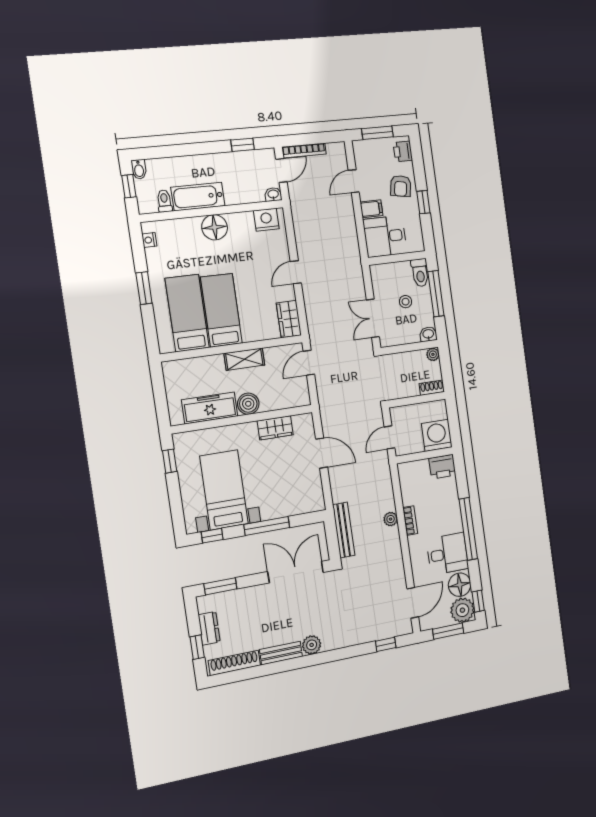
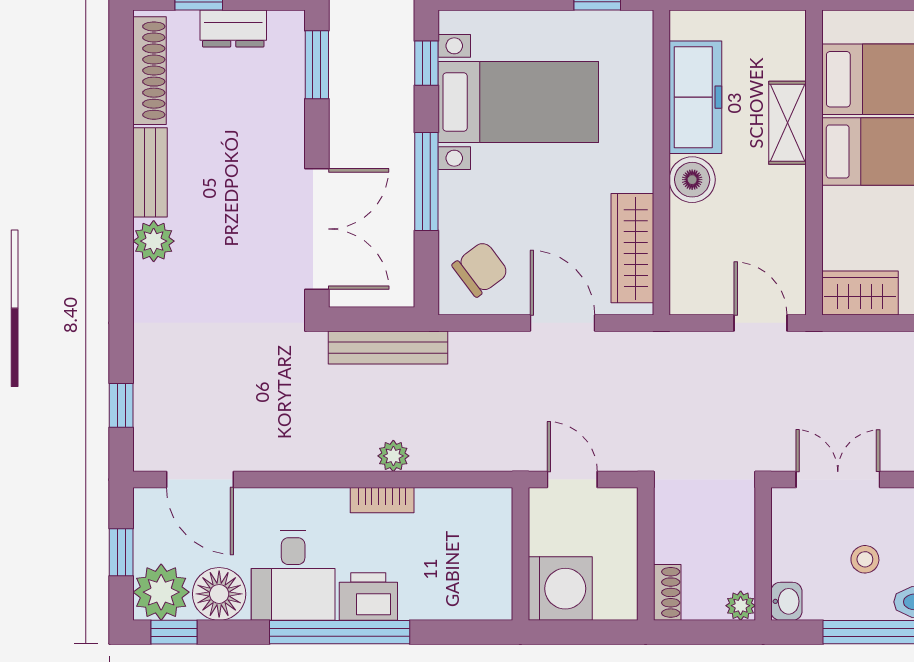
shelving: (244, 359) -> (787, 123), moved
wardrobe: (275, 428) -> (632, 248), width x1.50
door: (322, 453) -> (562, 323), swing flipped
printer: (442, 467) -> (368, 597), moved, turned 90
chair: (303, 494) -> (480, 269), added
window: (448, 631) -> (121, 552), width x0.67

